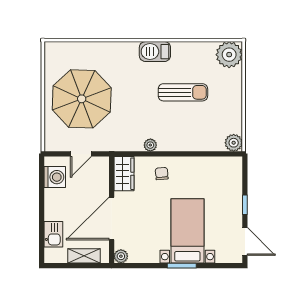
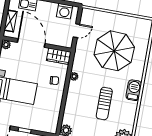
parasol: (82, 99) -> (114, 51), moved
door: (81, 154) -> (76, 31), swing flipped

